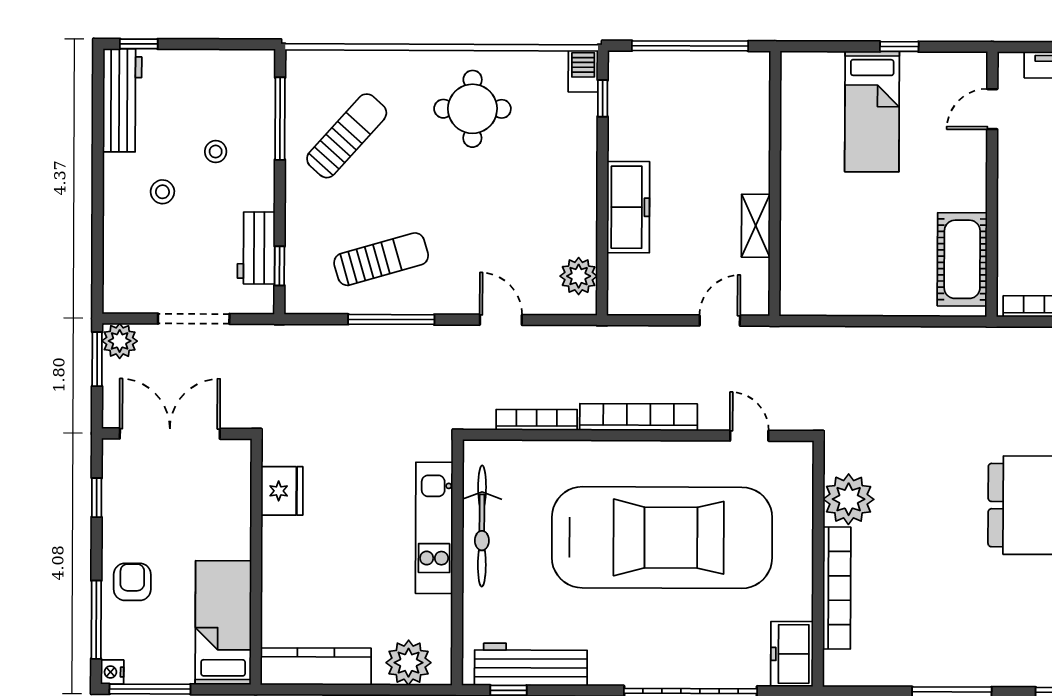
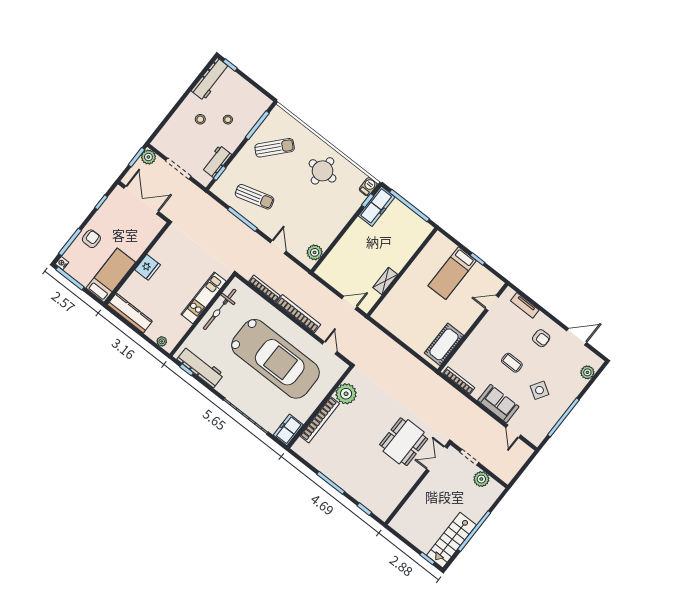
freezer: (628, 207) -> (377, 206), moved
fridge: (282, 491) -> (148, 267), moved
plant: (409, 663) -> (162, 341), width x0.53, depth x0.53

